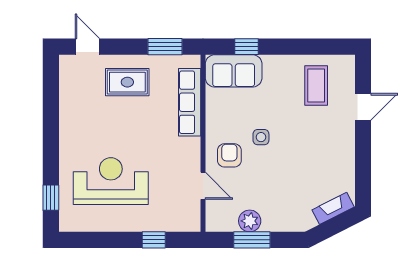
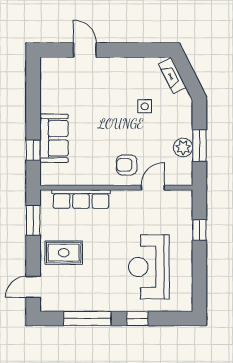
sofa: (234, 71) -> (54, 138), moved
rug: (127, 82) -> (64, 253), turned 90
coffee table: (316, 86) -> (67, 90), removed
window: (51, 110) -> (87, 318), added
side table: (261, 137) -> (145, 106), moved
window: (51, 198) -> (137, 318), moved

